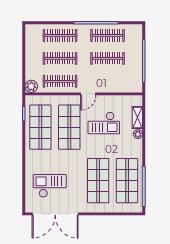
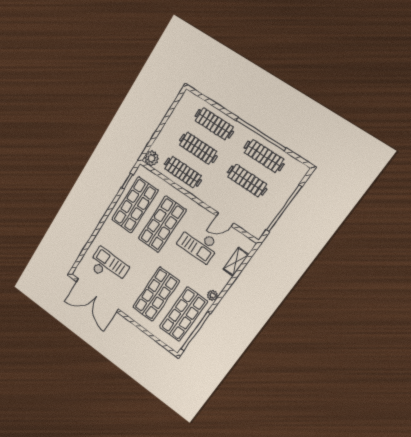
door: (88, 94) -> (225, 219), moved
plant: (138, 134) -> (213, 295), moved

